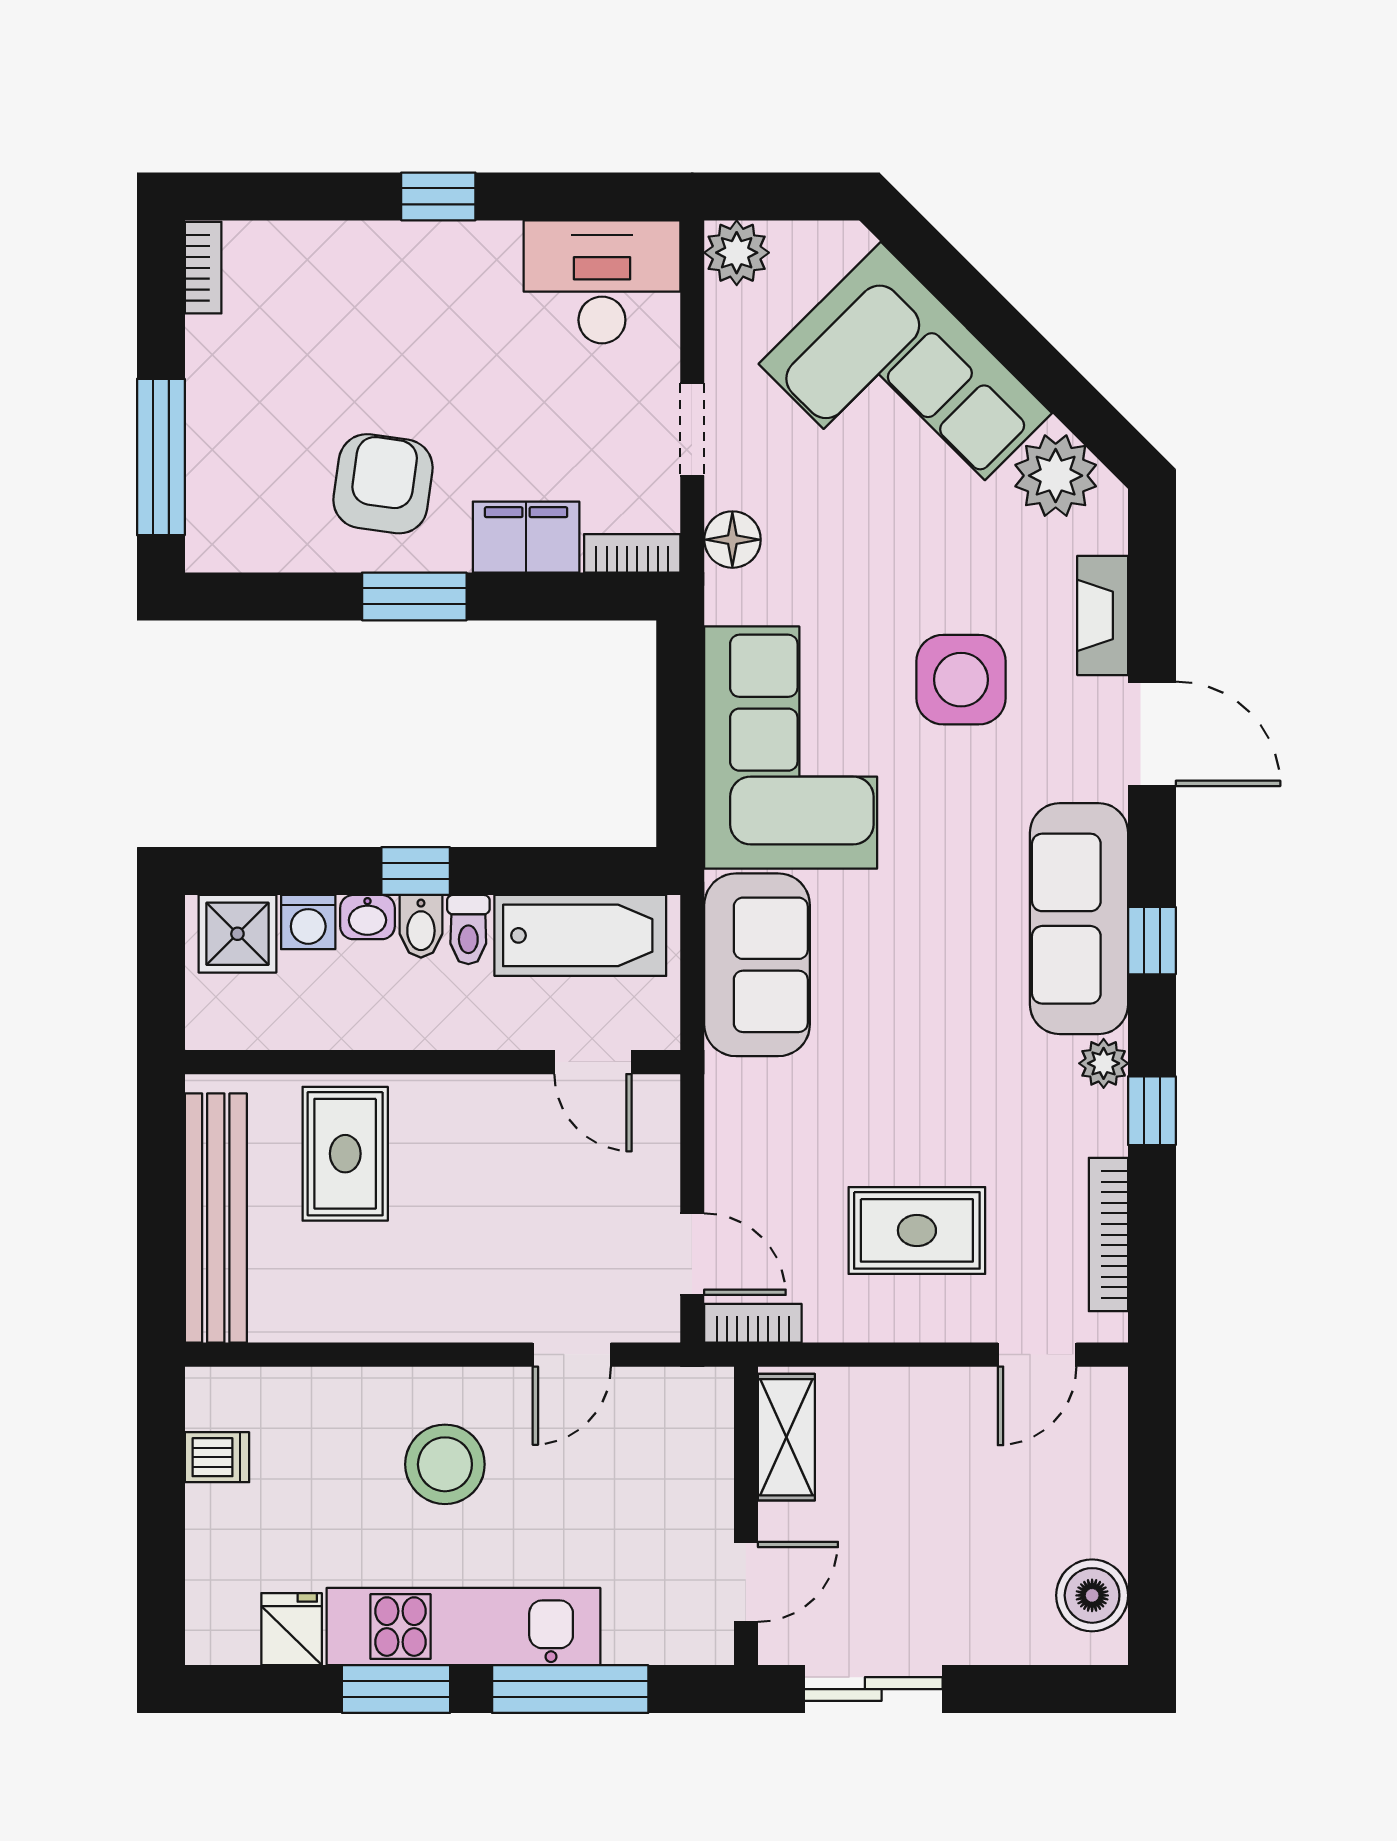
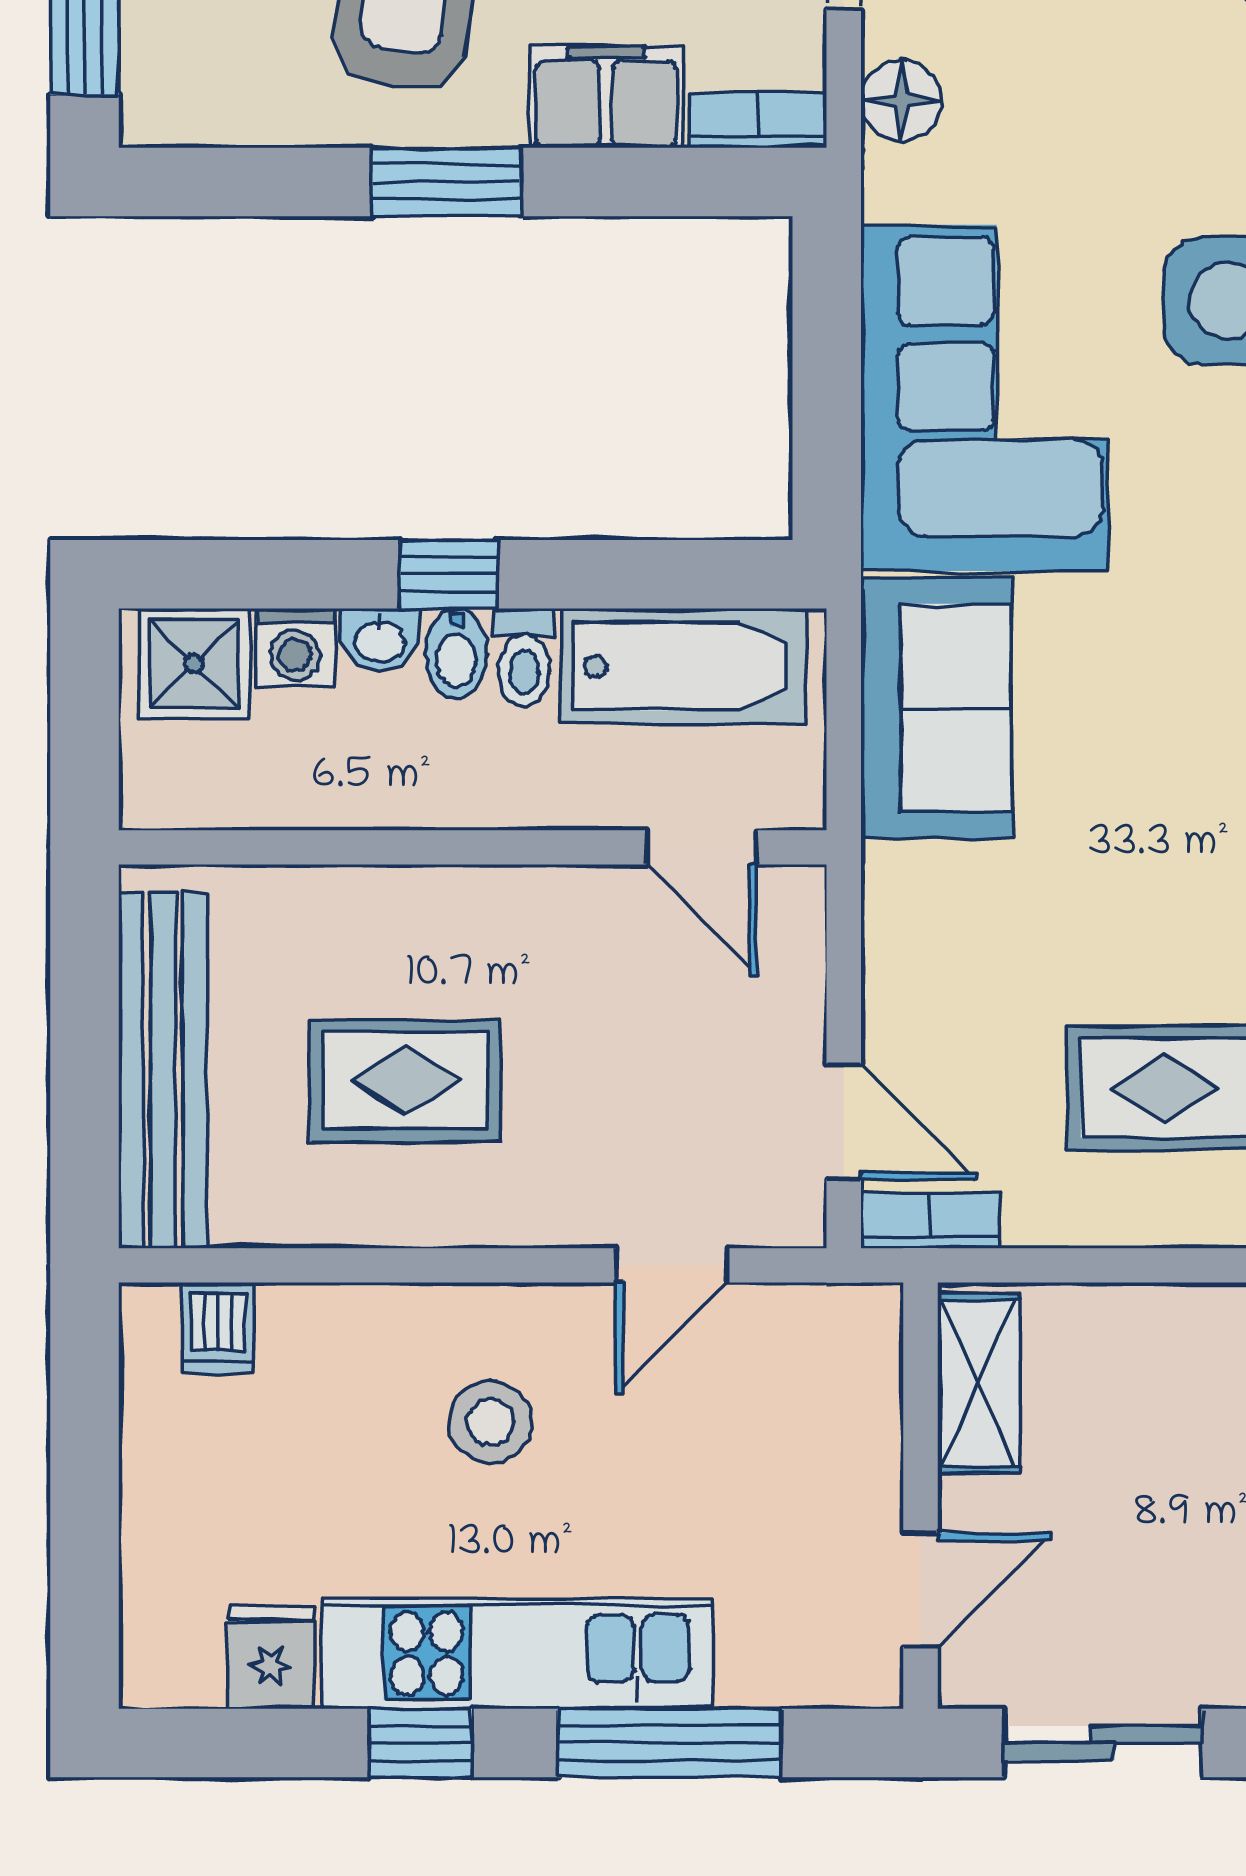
rug: (345, 1154) -> (405, 1081), moved, turned 90
dishwasher: (217, 1457) -> (218, 1328), moved, turned 90
stool: (445, 1464) -> (490, 1422), width x0.73, depth x0.73
window: (396, 1689) -> (420, 1743), width x0.67

